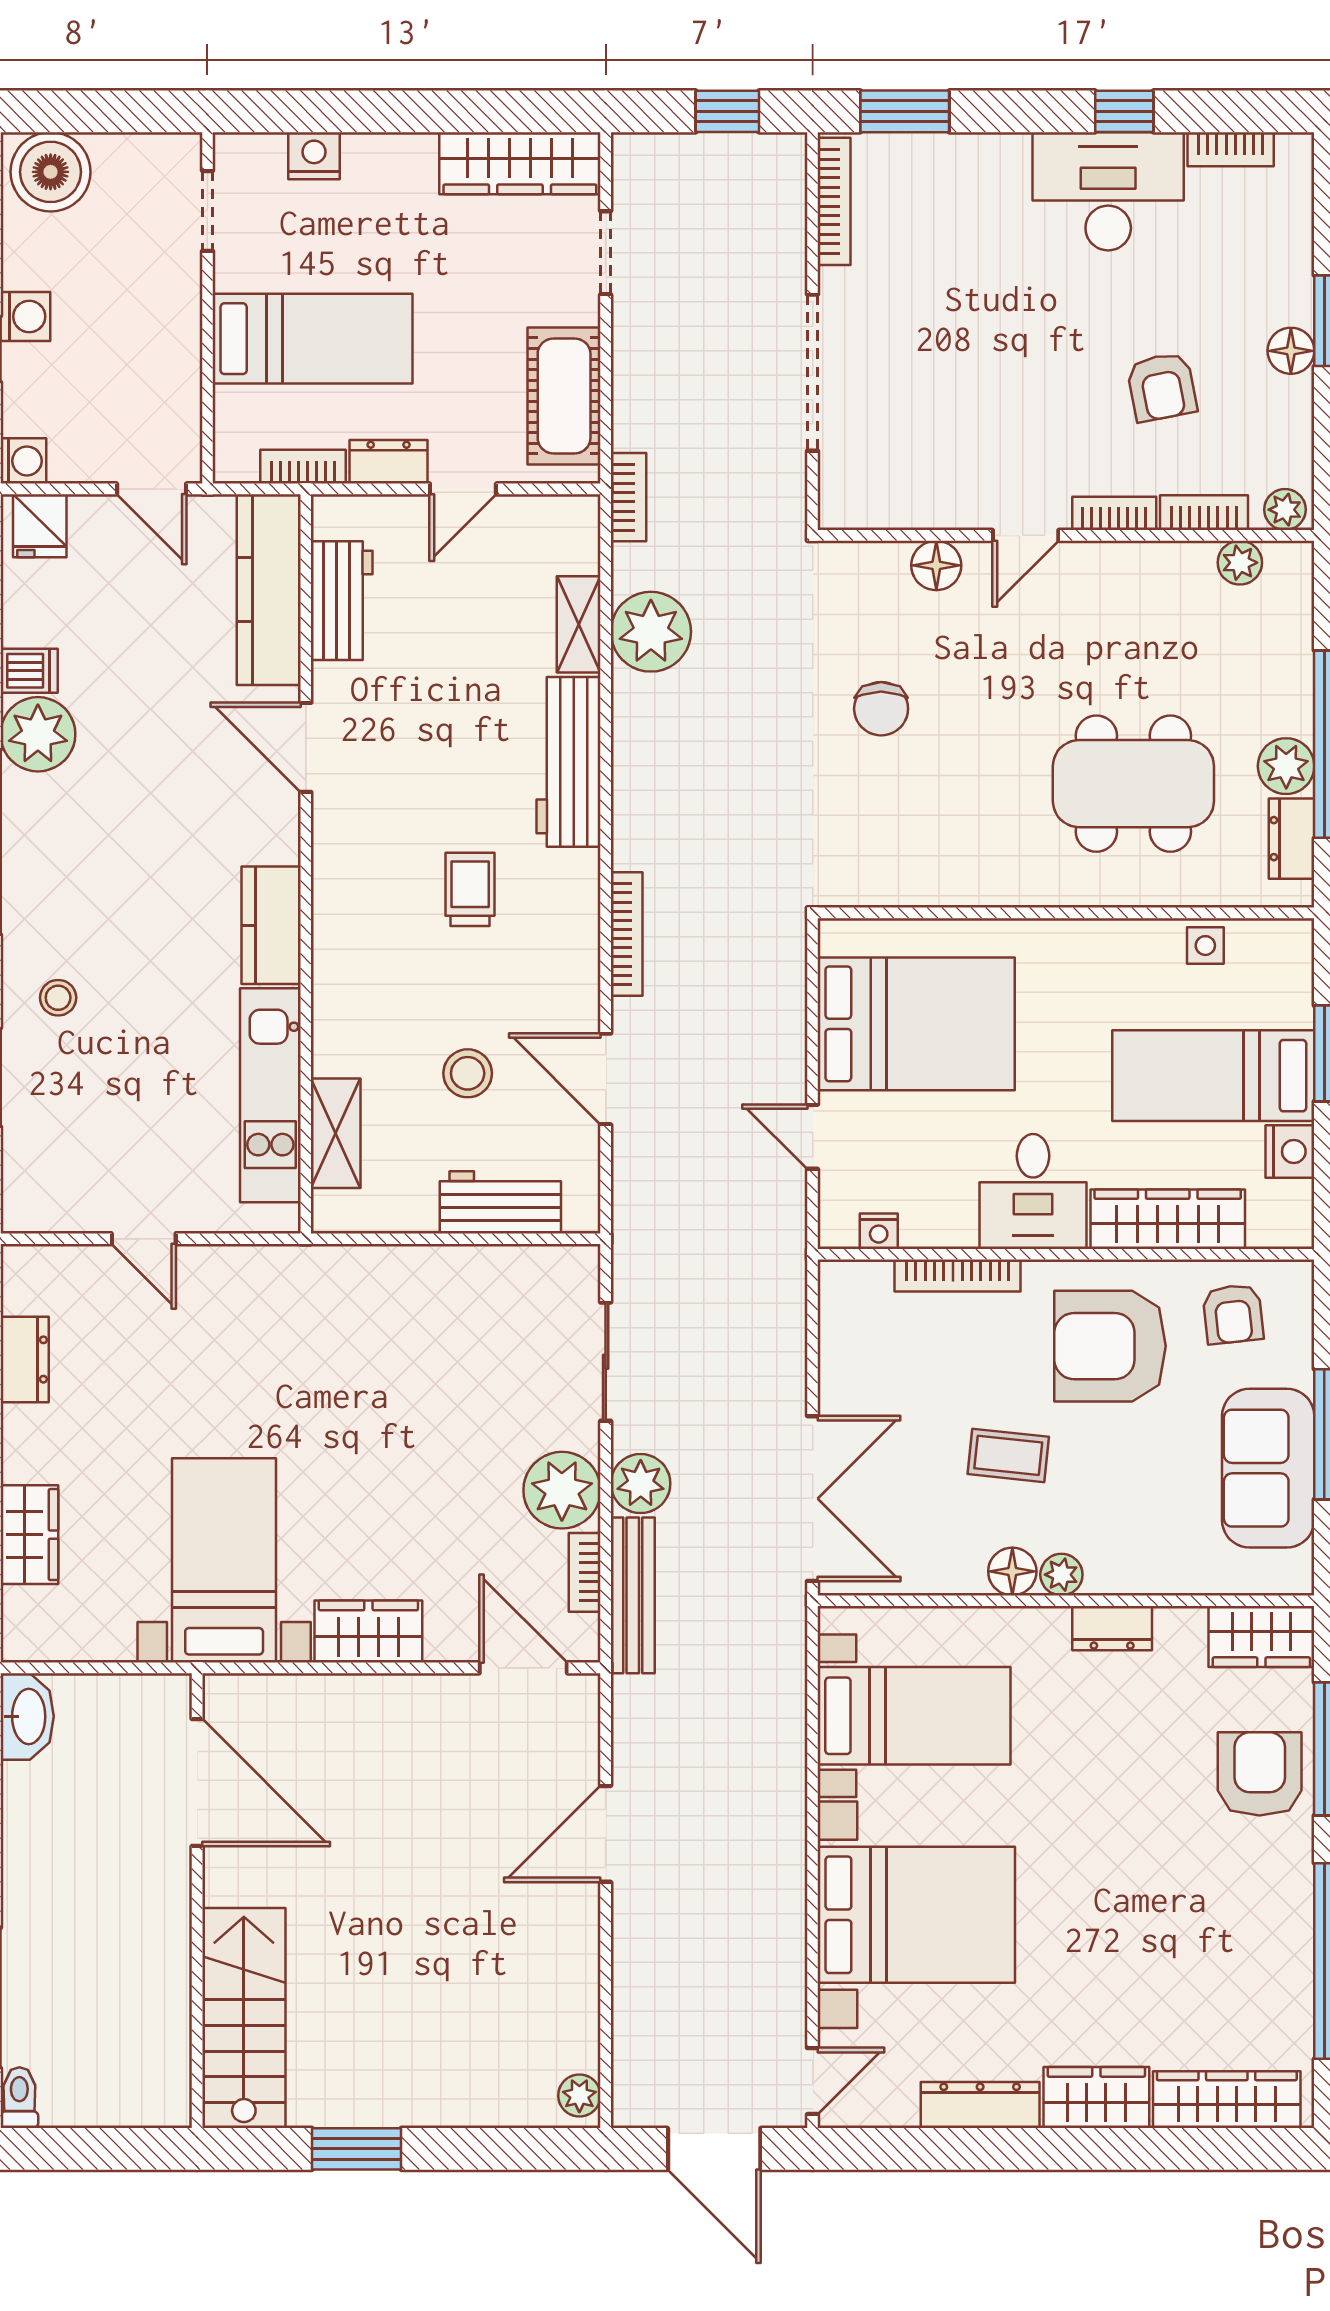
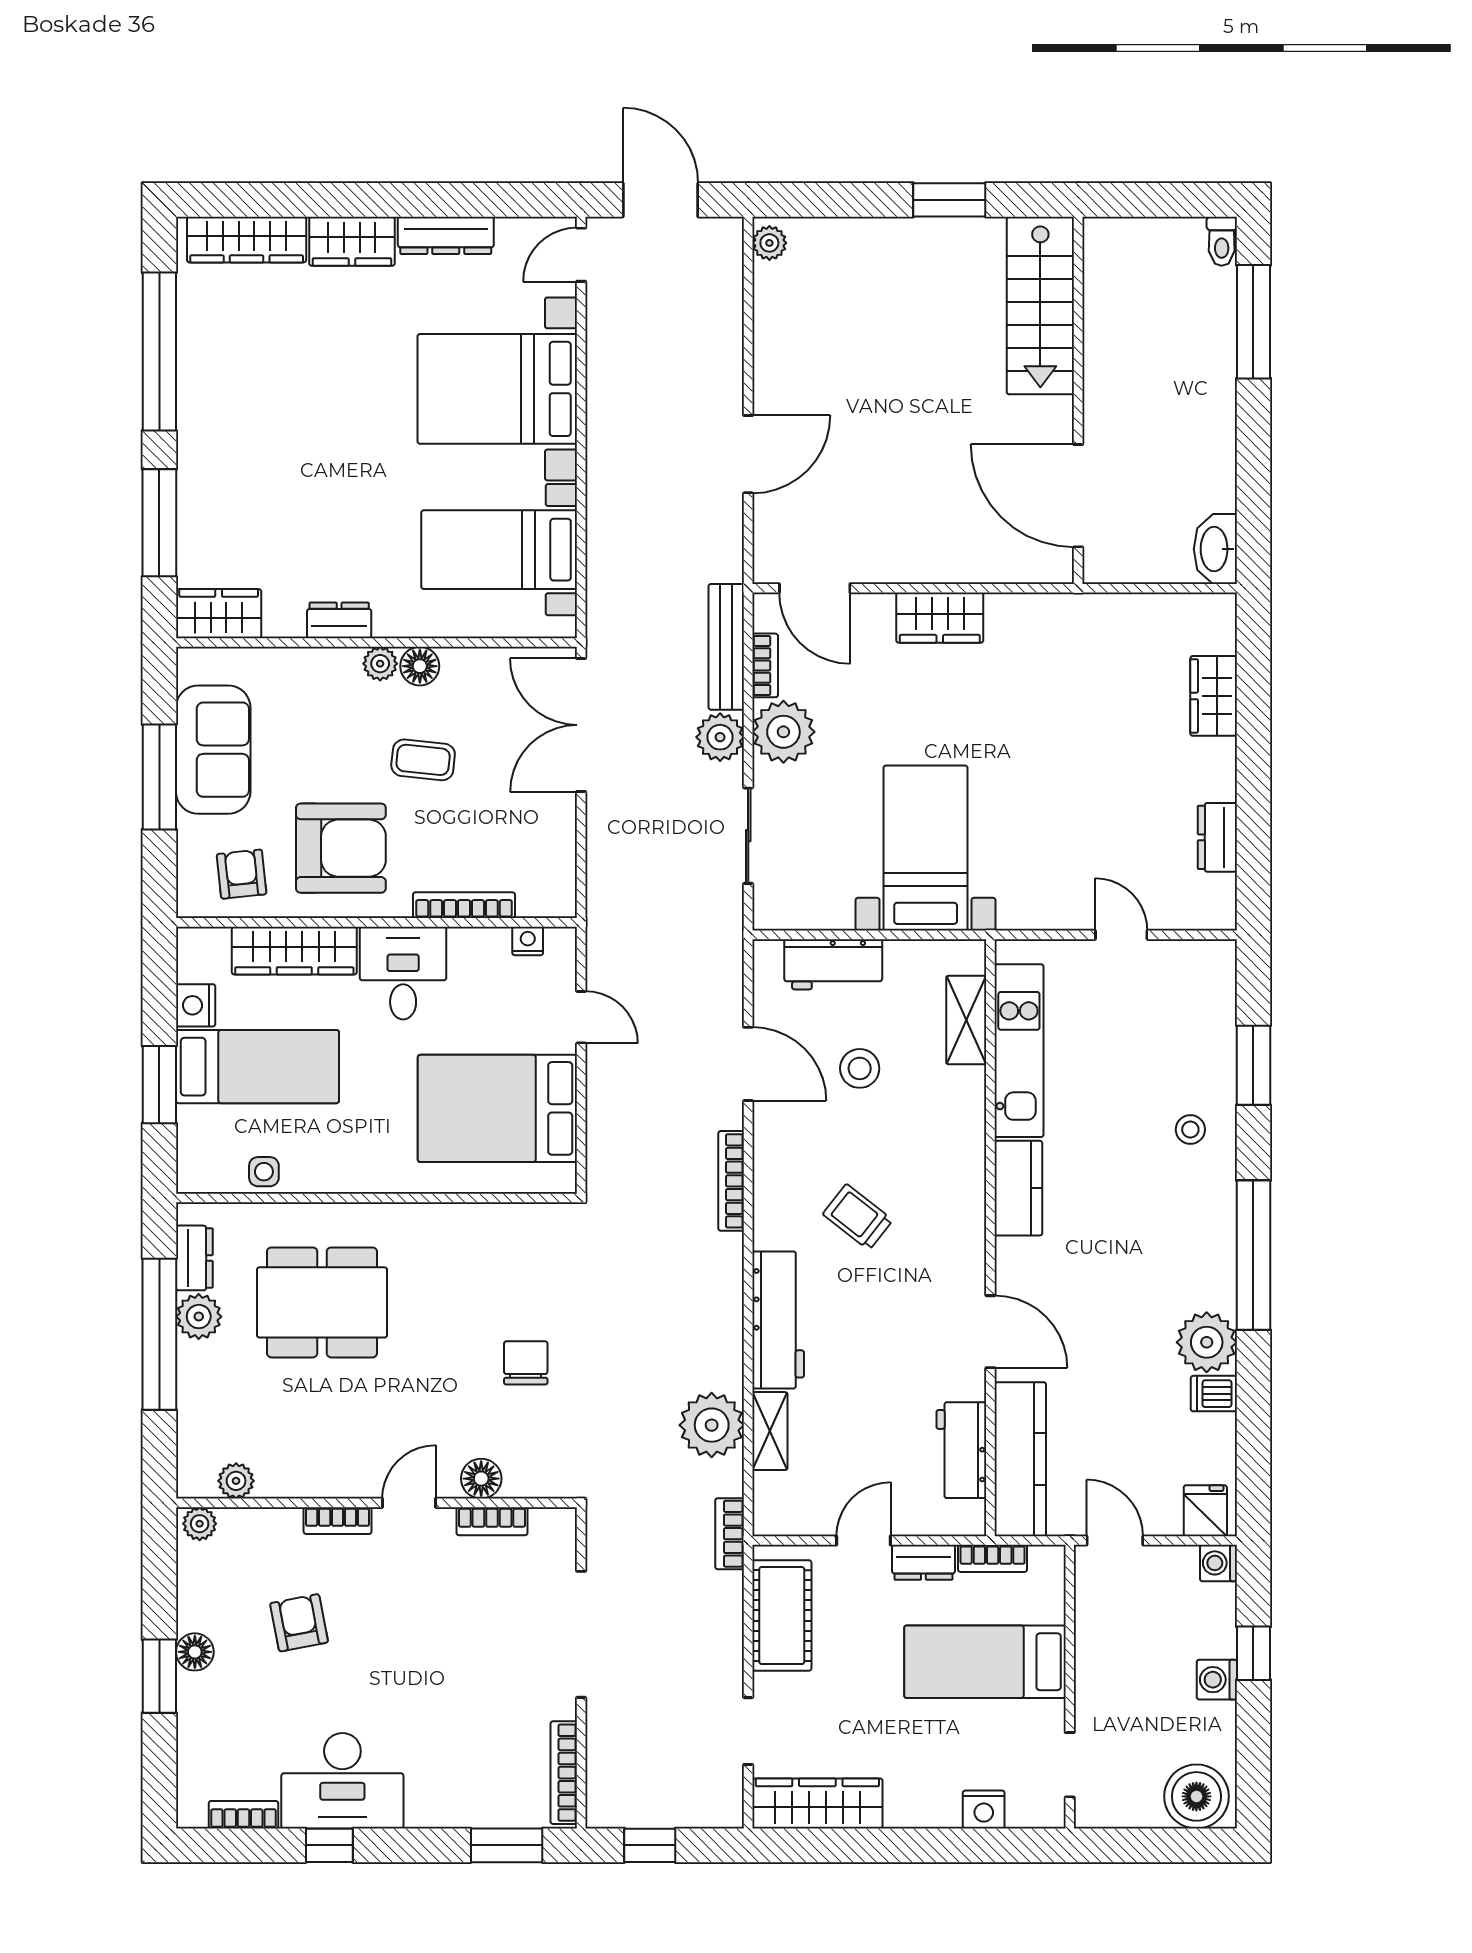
bookcase: (1204, 513) -> (492, 1521), moved
trolley: (470, 889) -> (858, 1217), turned 128
bed with nightstands: (224, 1560) -> (926, 848), moved, turned 180
armchair: (1260, 1774) -> (220, 503), removed

